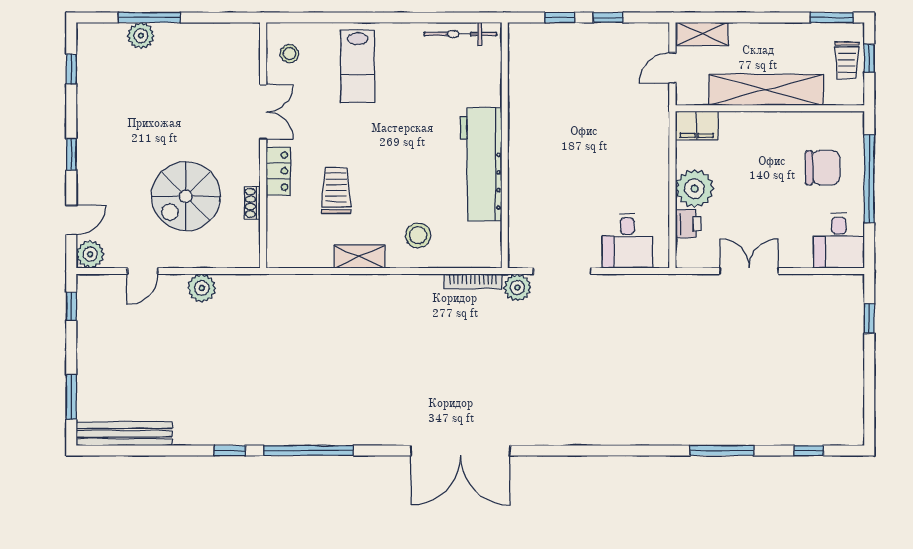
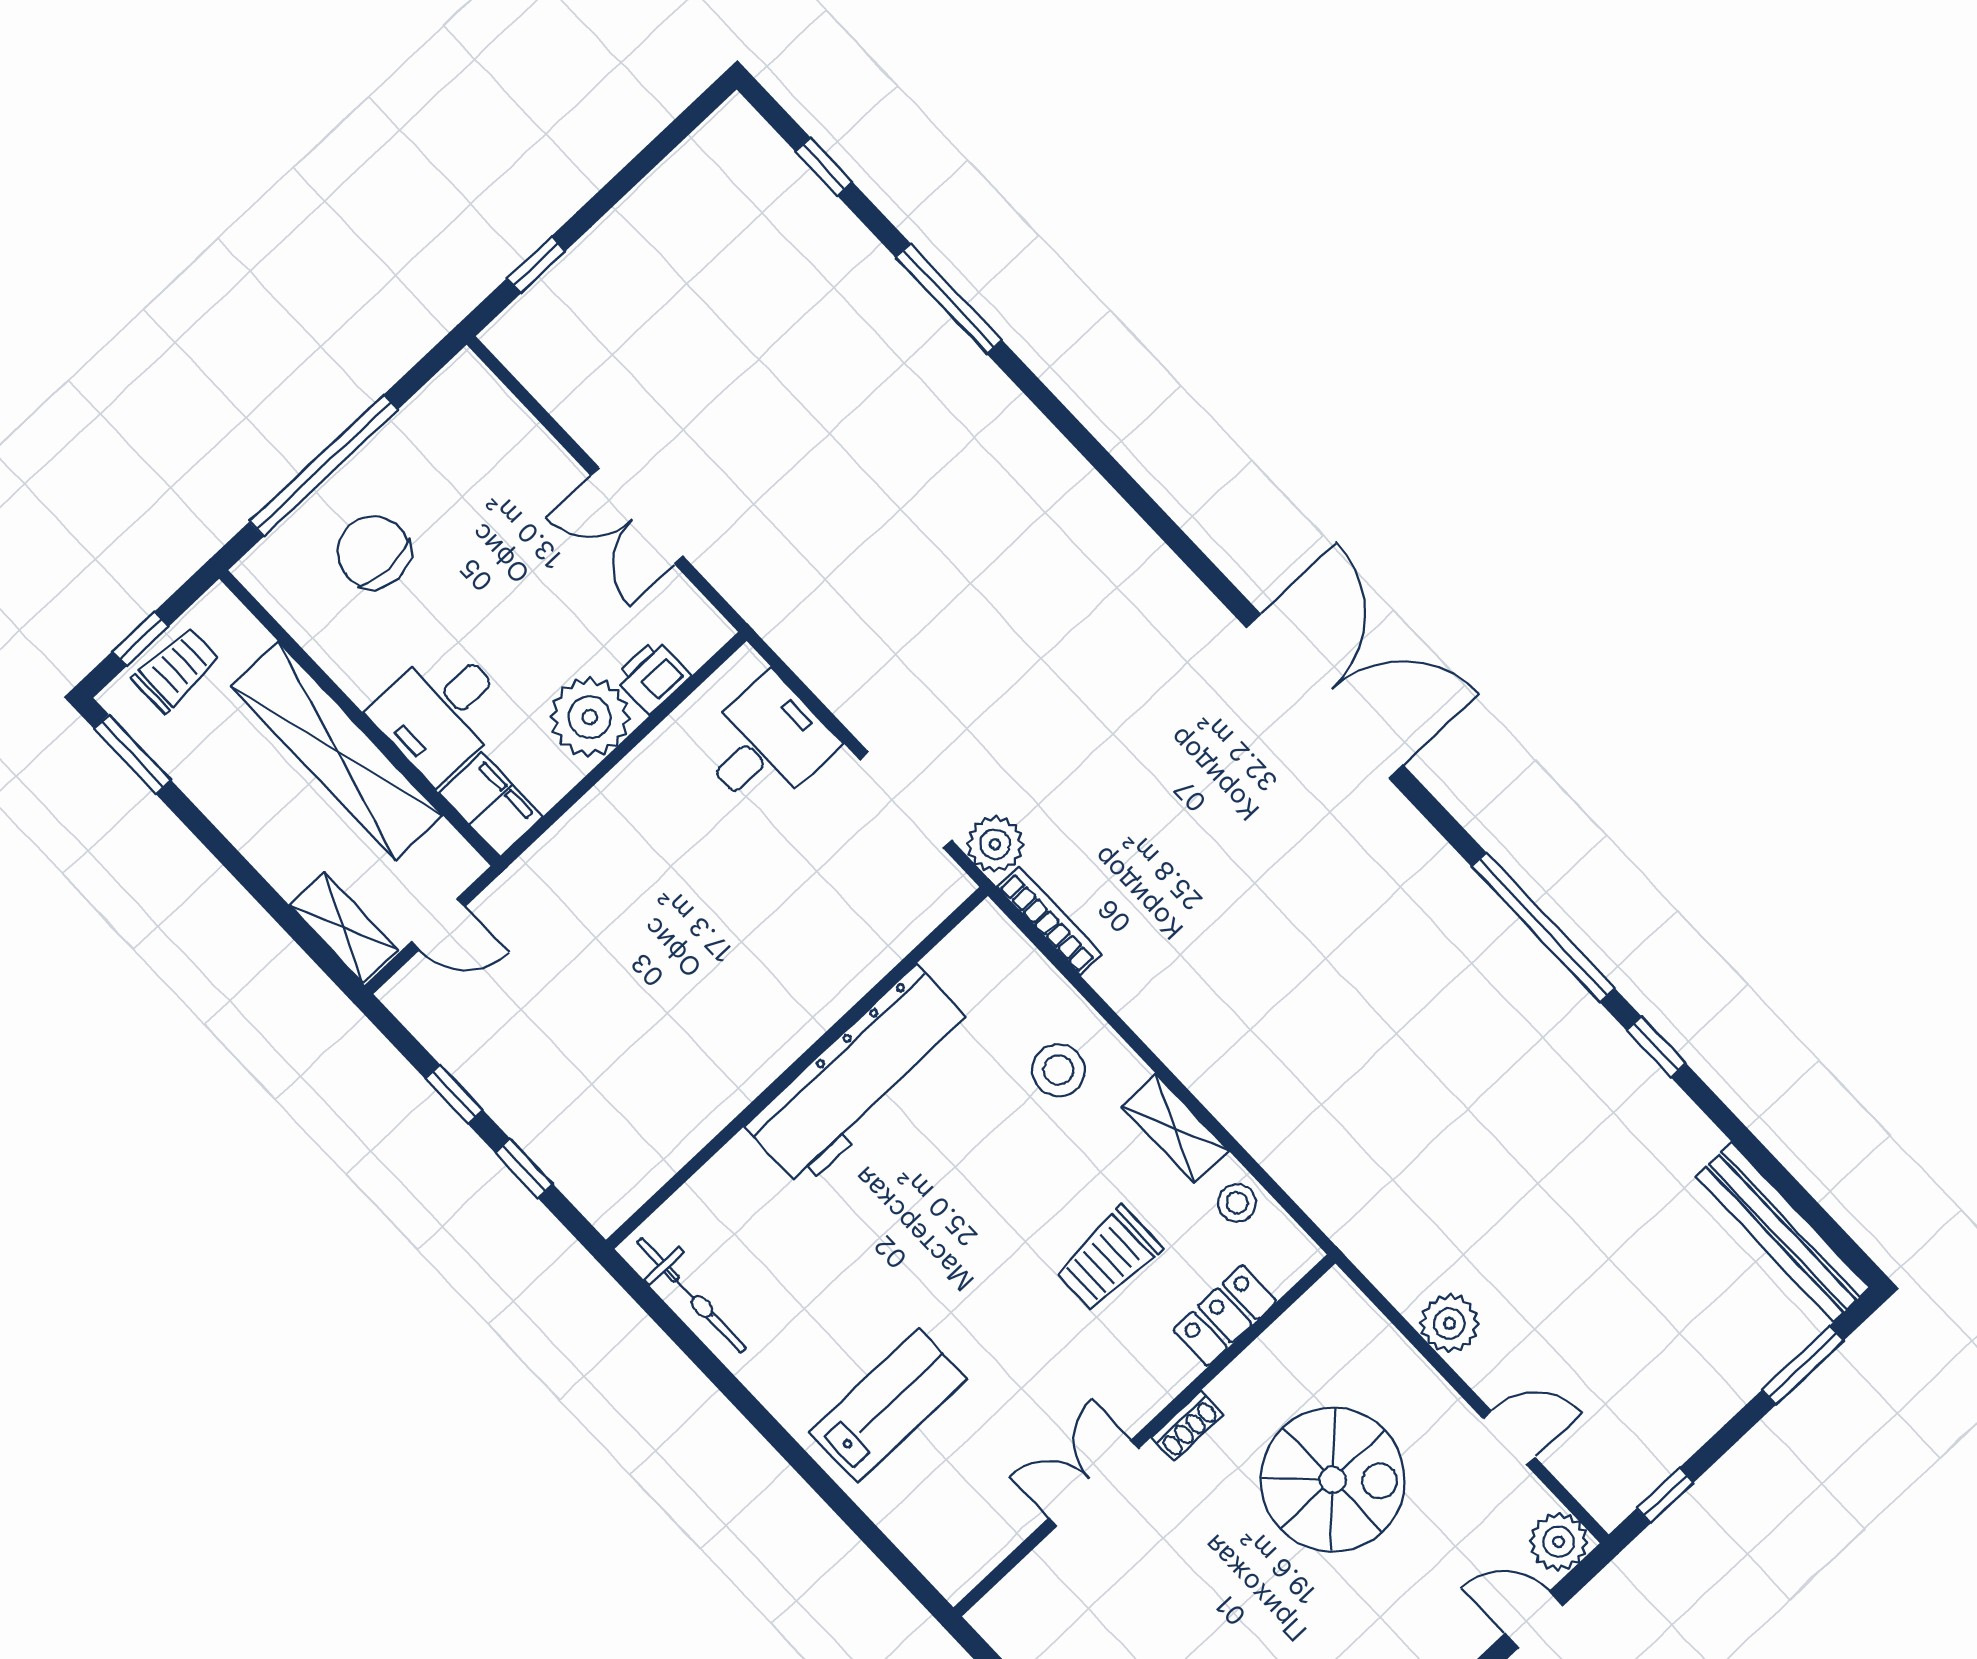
stool: (289, 54) -> (1237, 1203), moved
locker: (278, 171) -> (1225, 1315), moved
shoe rack: (252, 203) -> (1187, 1426), moved
desk: (839, 241) -> (441, 712), moved, turned 180

